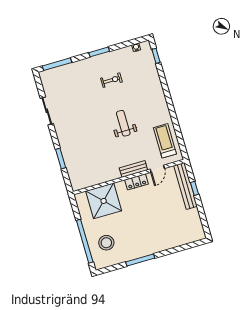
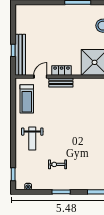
weight bench: (123, 123) -> (32, 139), moved

